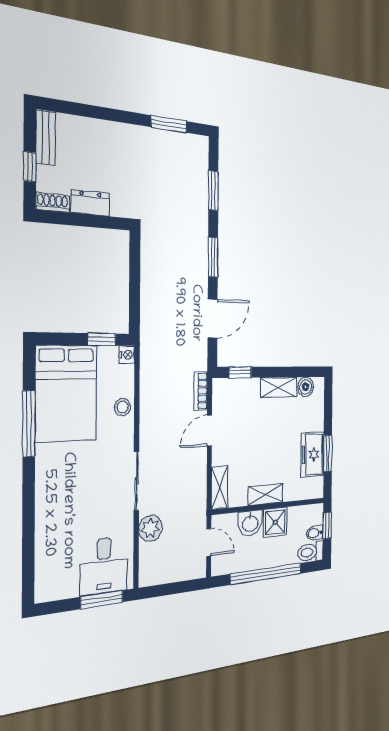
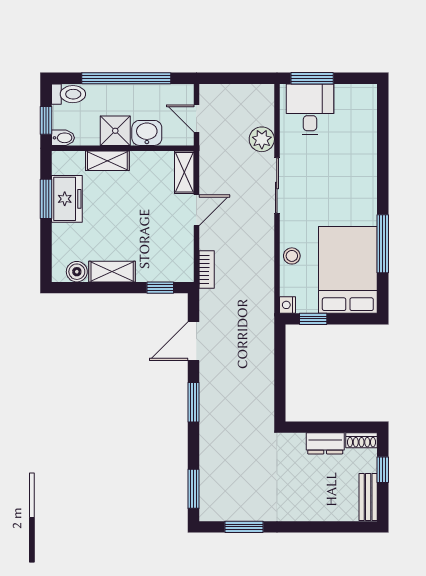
window: (213, 191) -> (194, 489), moved
door: (209, 431) -> (196, 210), moved
shelving: (266, 495) -> (107, 161), moved
bidet: (315, 533) -> (63, 138), moved

